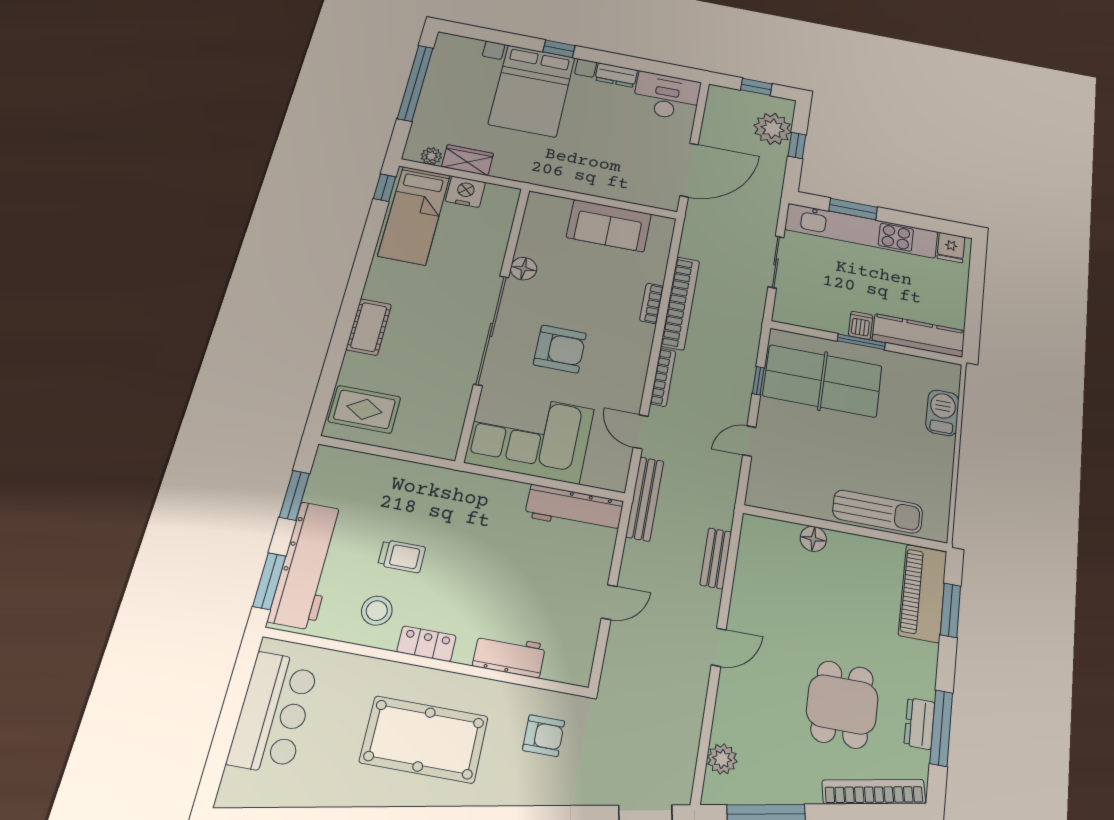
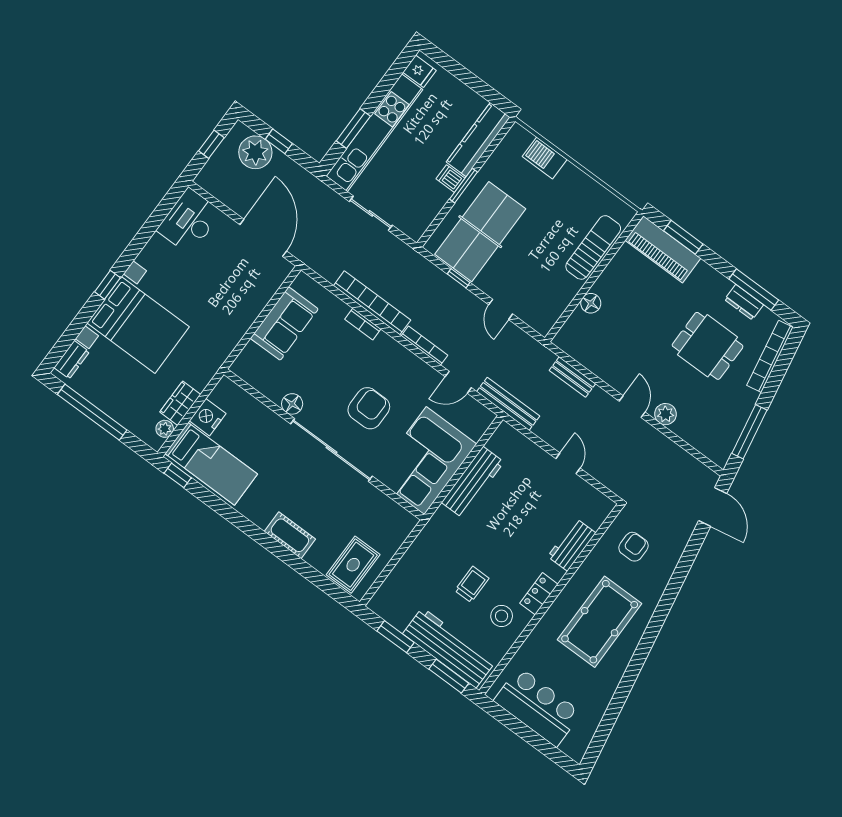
dresser: (616, 75) -> (72, 360), moved
workbench: (574, 509) -> (473, 482), moved
plant: (722, 759) -> (665, 414), moved

